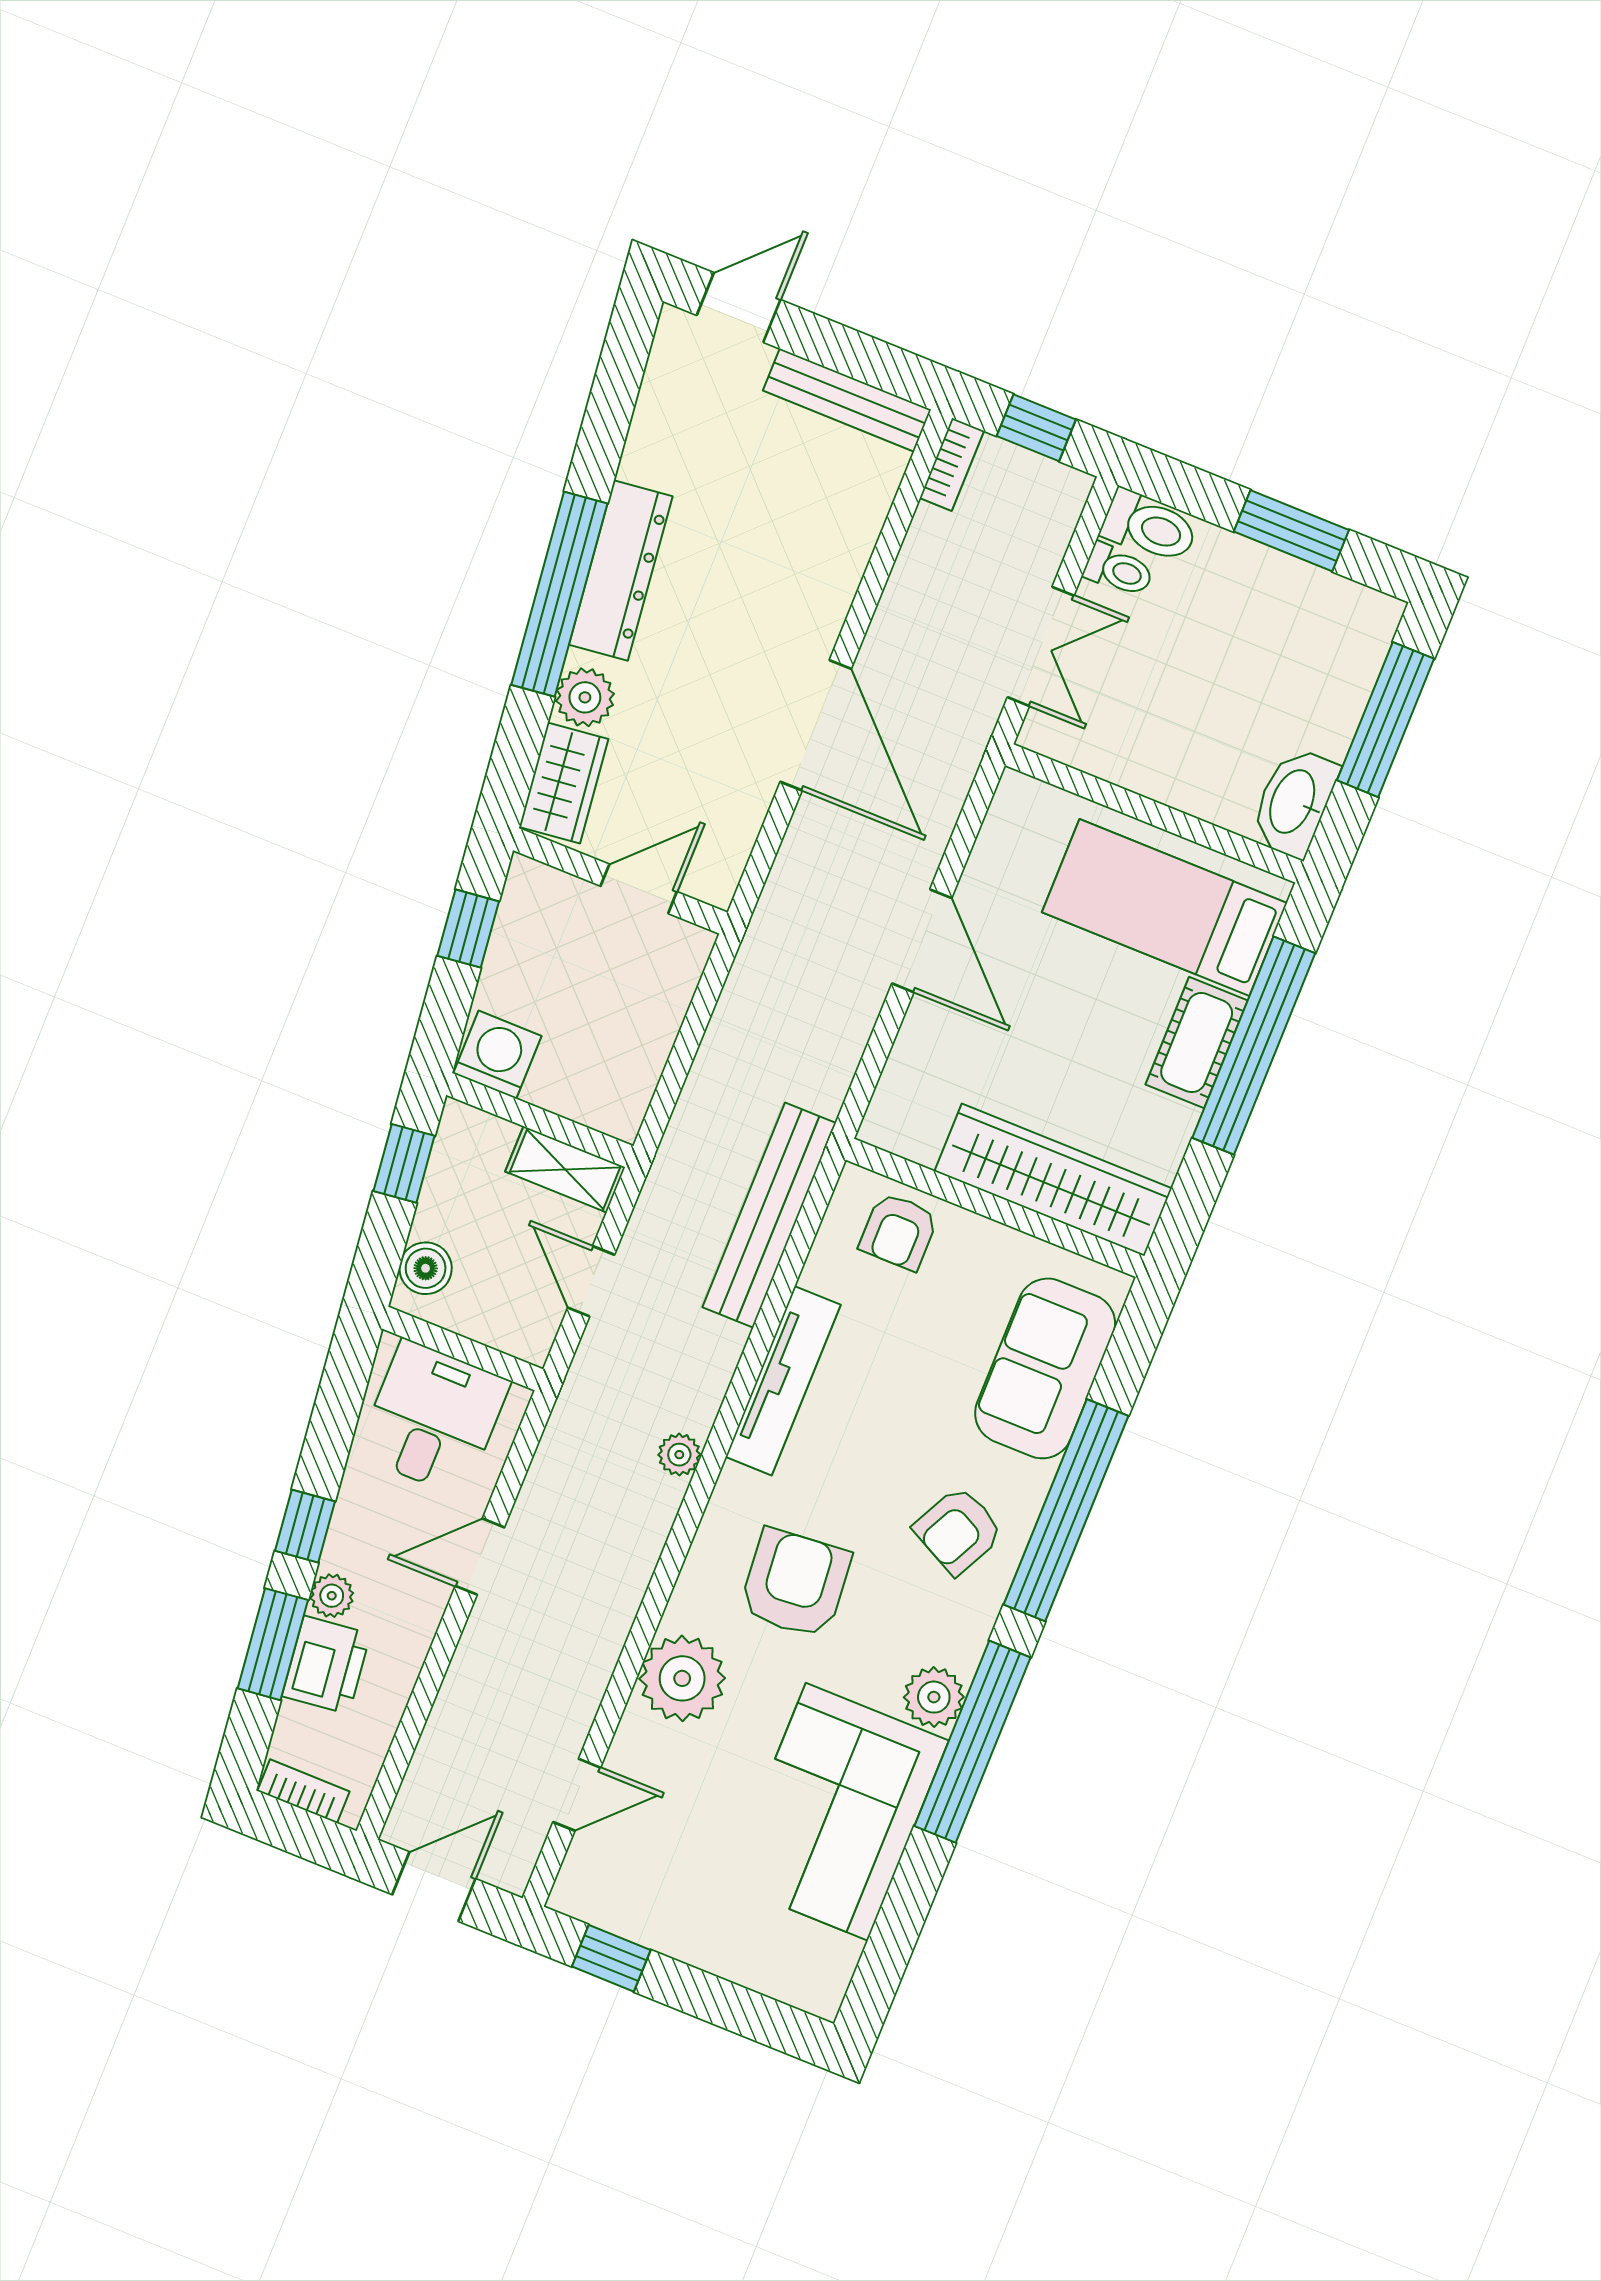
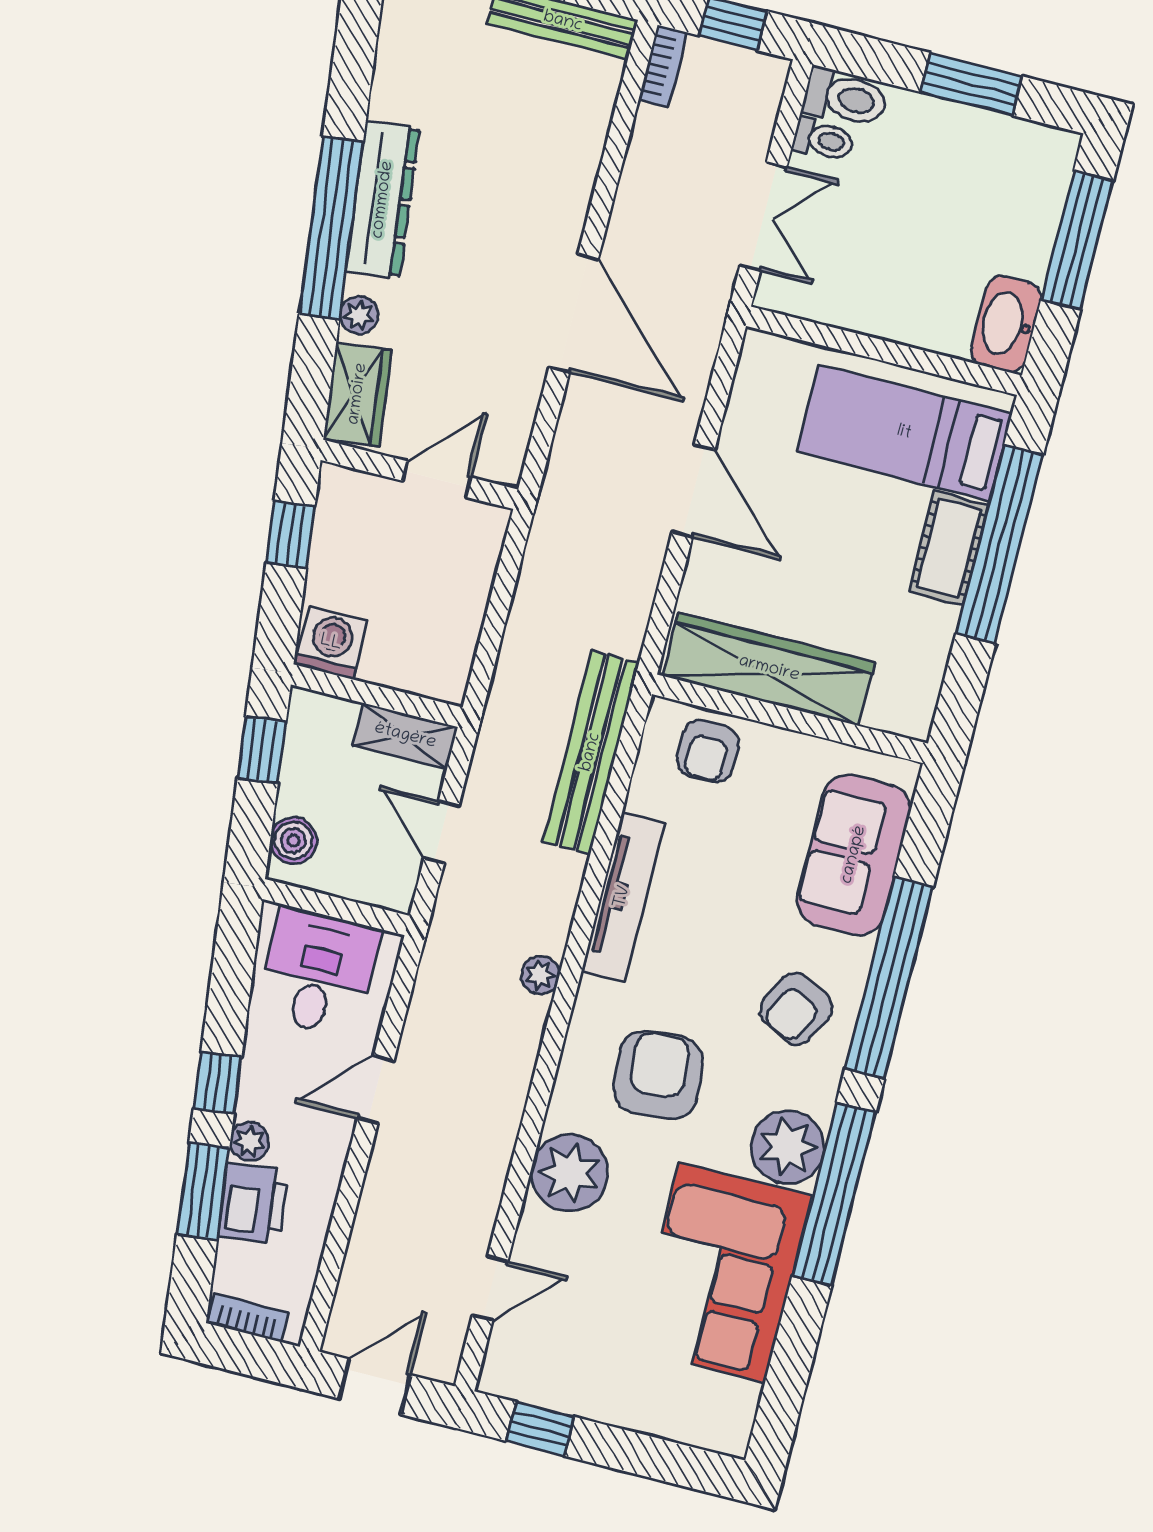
plant: (585, 697) -> (359, 315), width x0.73, depth x0.73
wardrobe: (1053, 1180) -> (769, 669), moved
plant: (934, 1697) -> (787, 1147), width x1.36, depth x1.36

